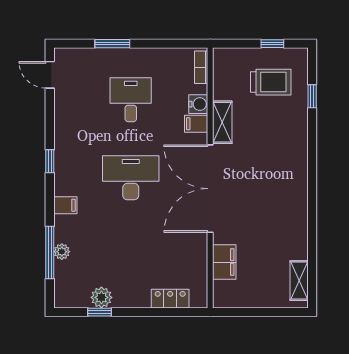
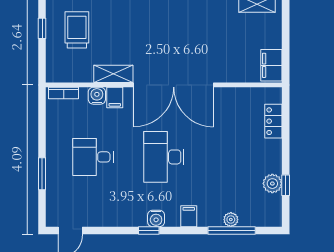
water cooler: (63, 169) -> (156, 218), added
filing cabinet: (224, 262) -> (271, 65), moved, turned -90

